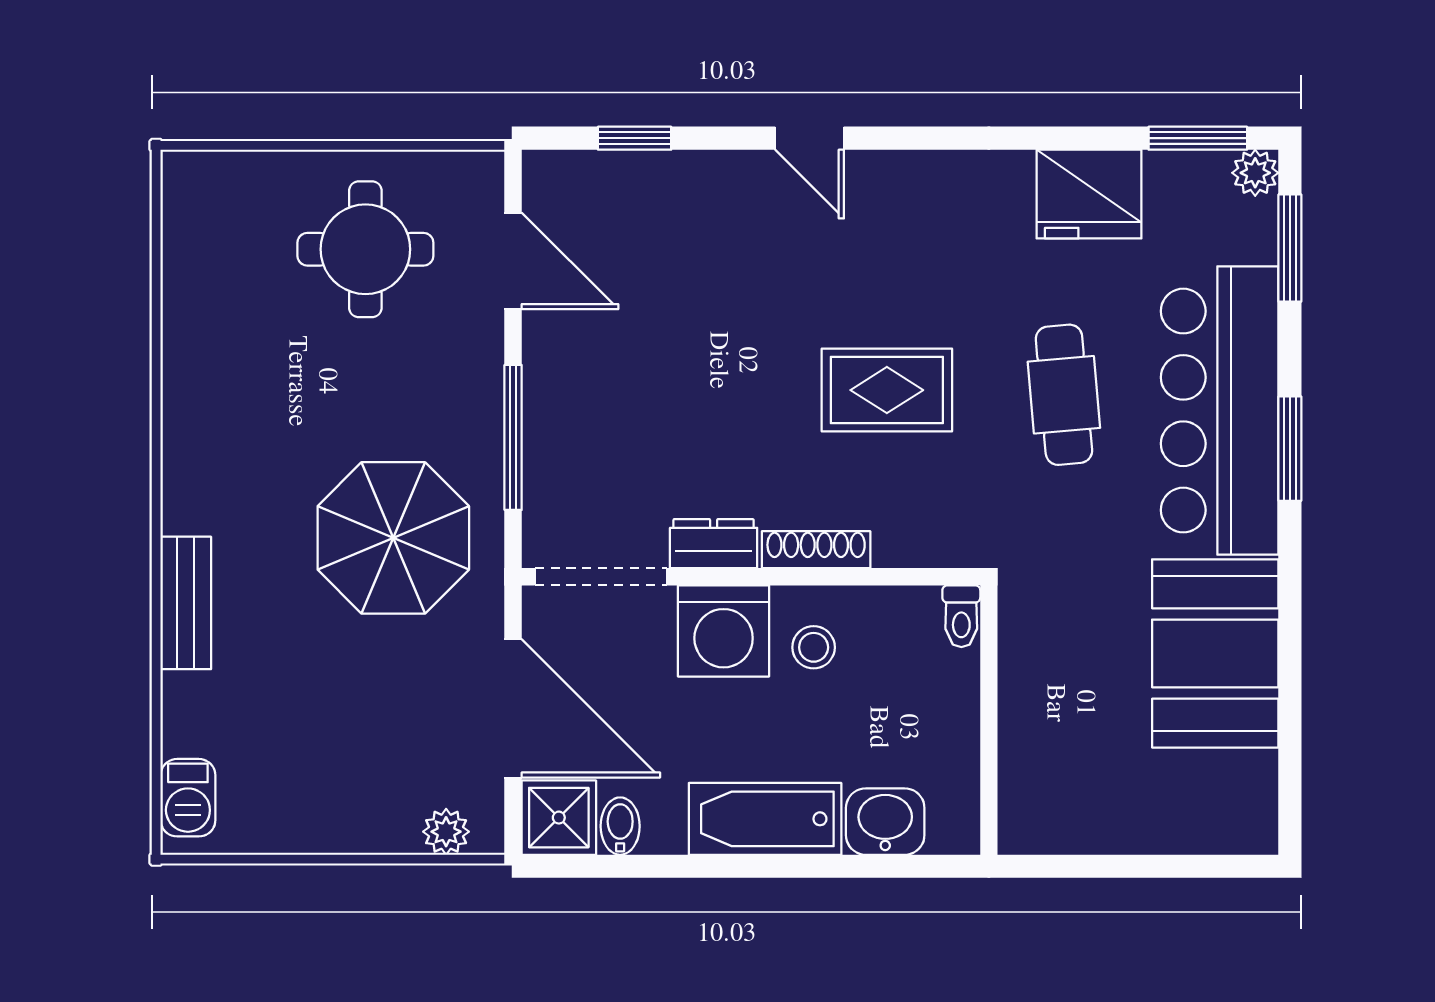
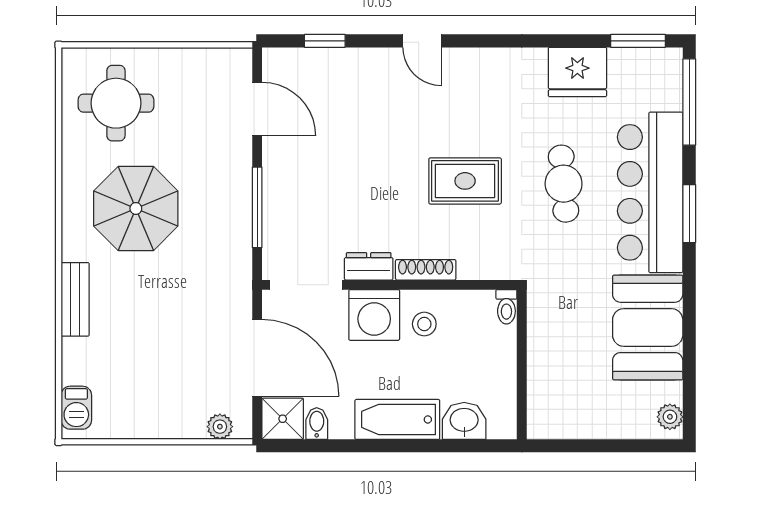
plant: (1255, 173) -> (670, 417), moved
window: (1290, 248) -> (689, 102), width x1.44
round table: (365, 249) -> (116, 103), moved
parasol: (393, 538) -> (136, 208), moved

